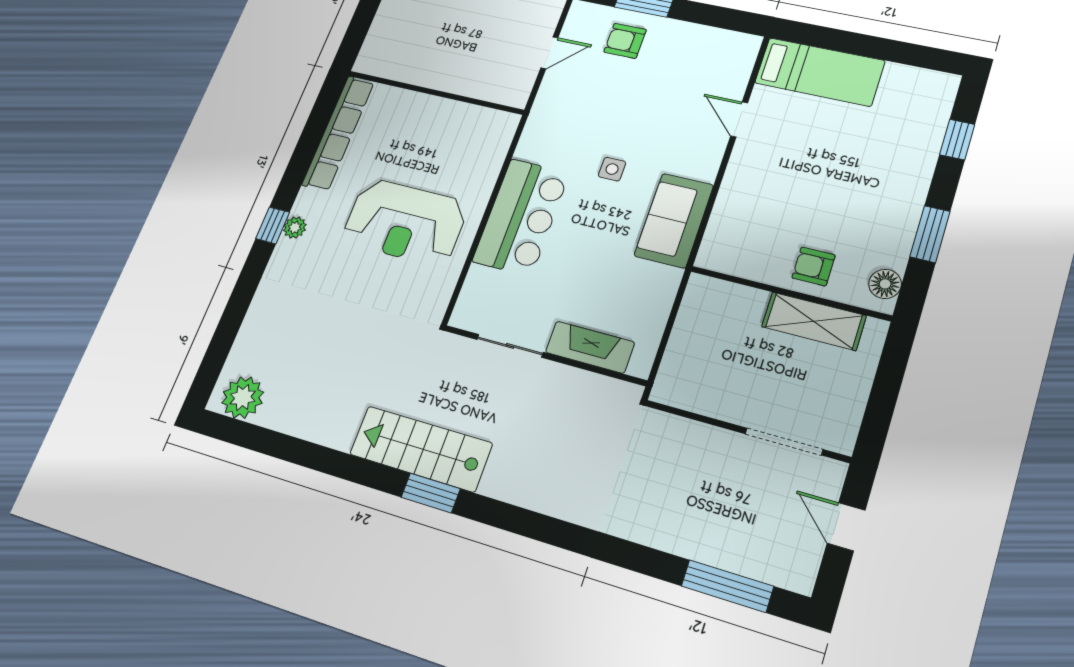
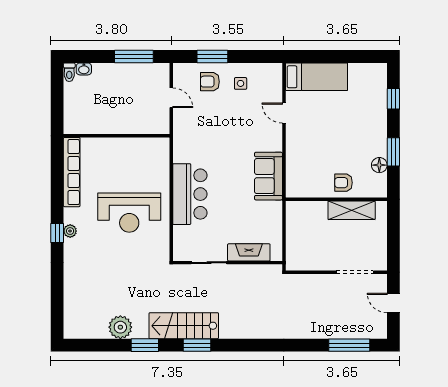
door: (549, 53) -> (171, 98), hinge flipped
side table: (612, 169) -> (241, 83), moved
floor lamp: (885, 284) -> (379, 165), moved
plant: (243, 398) -> (120, 327), moved
window: (338, 464) -> (145, 345), added

